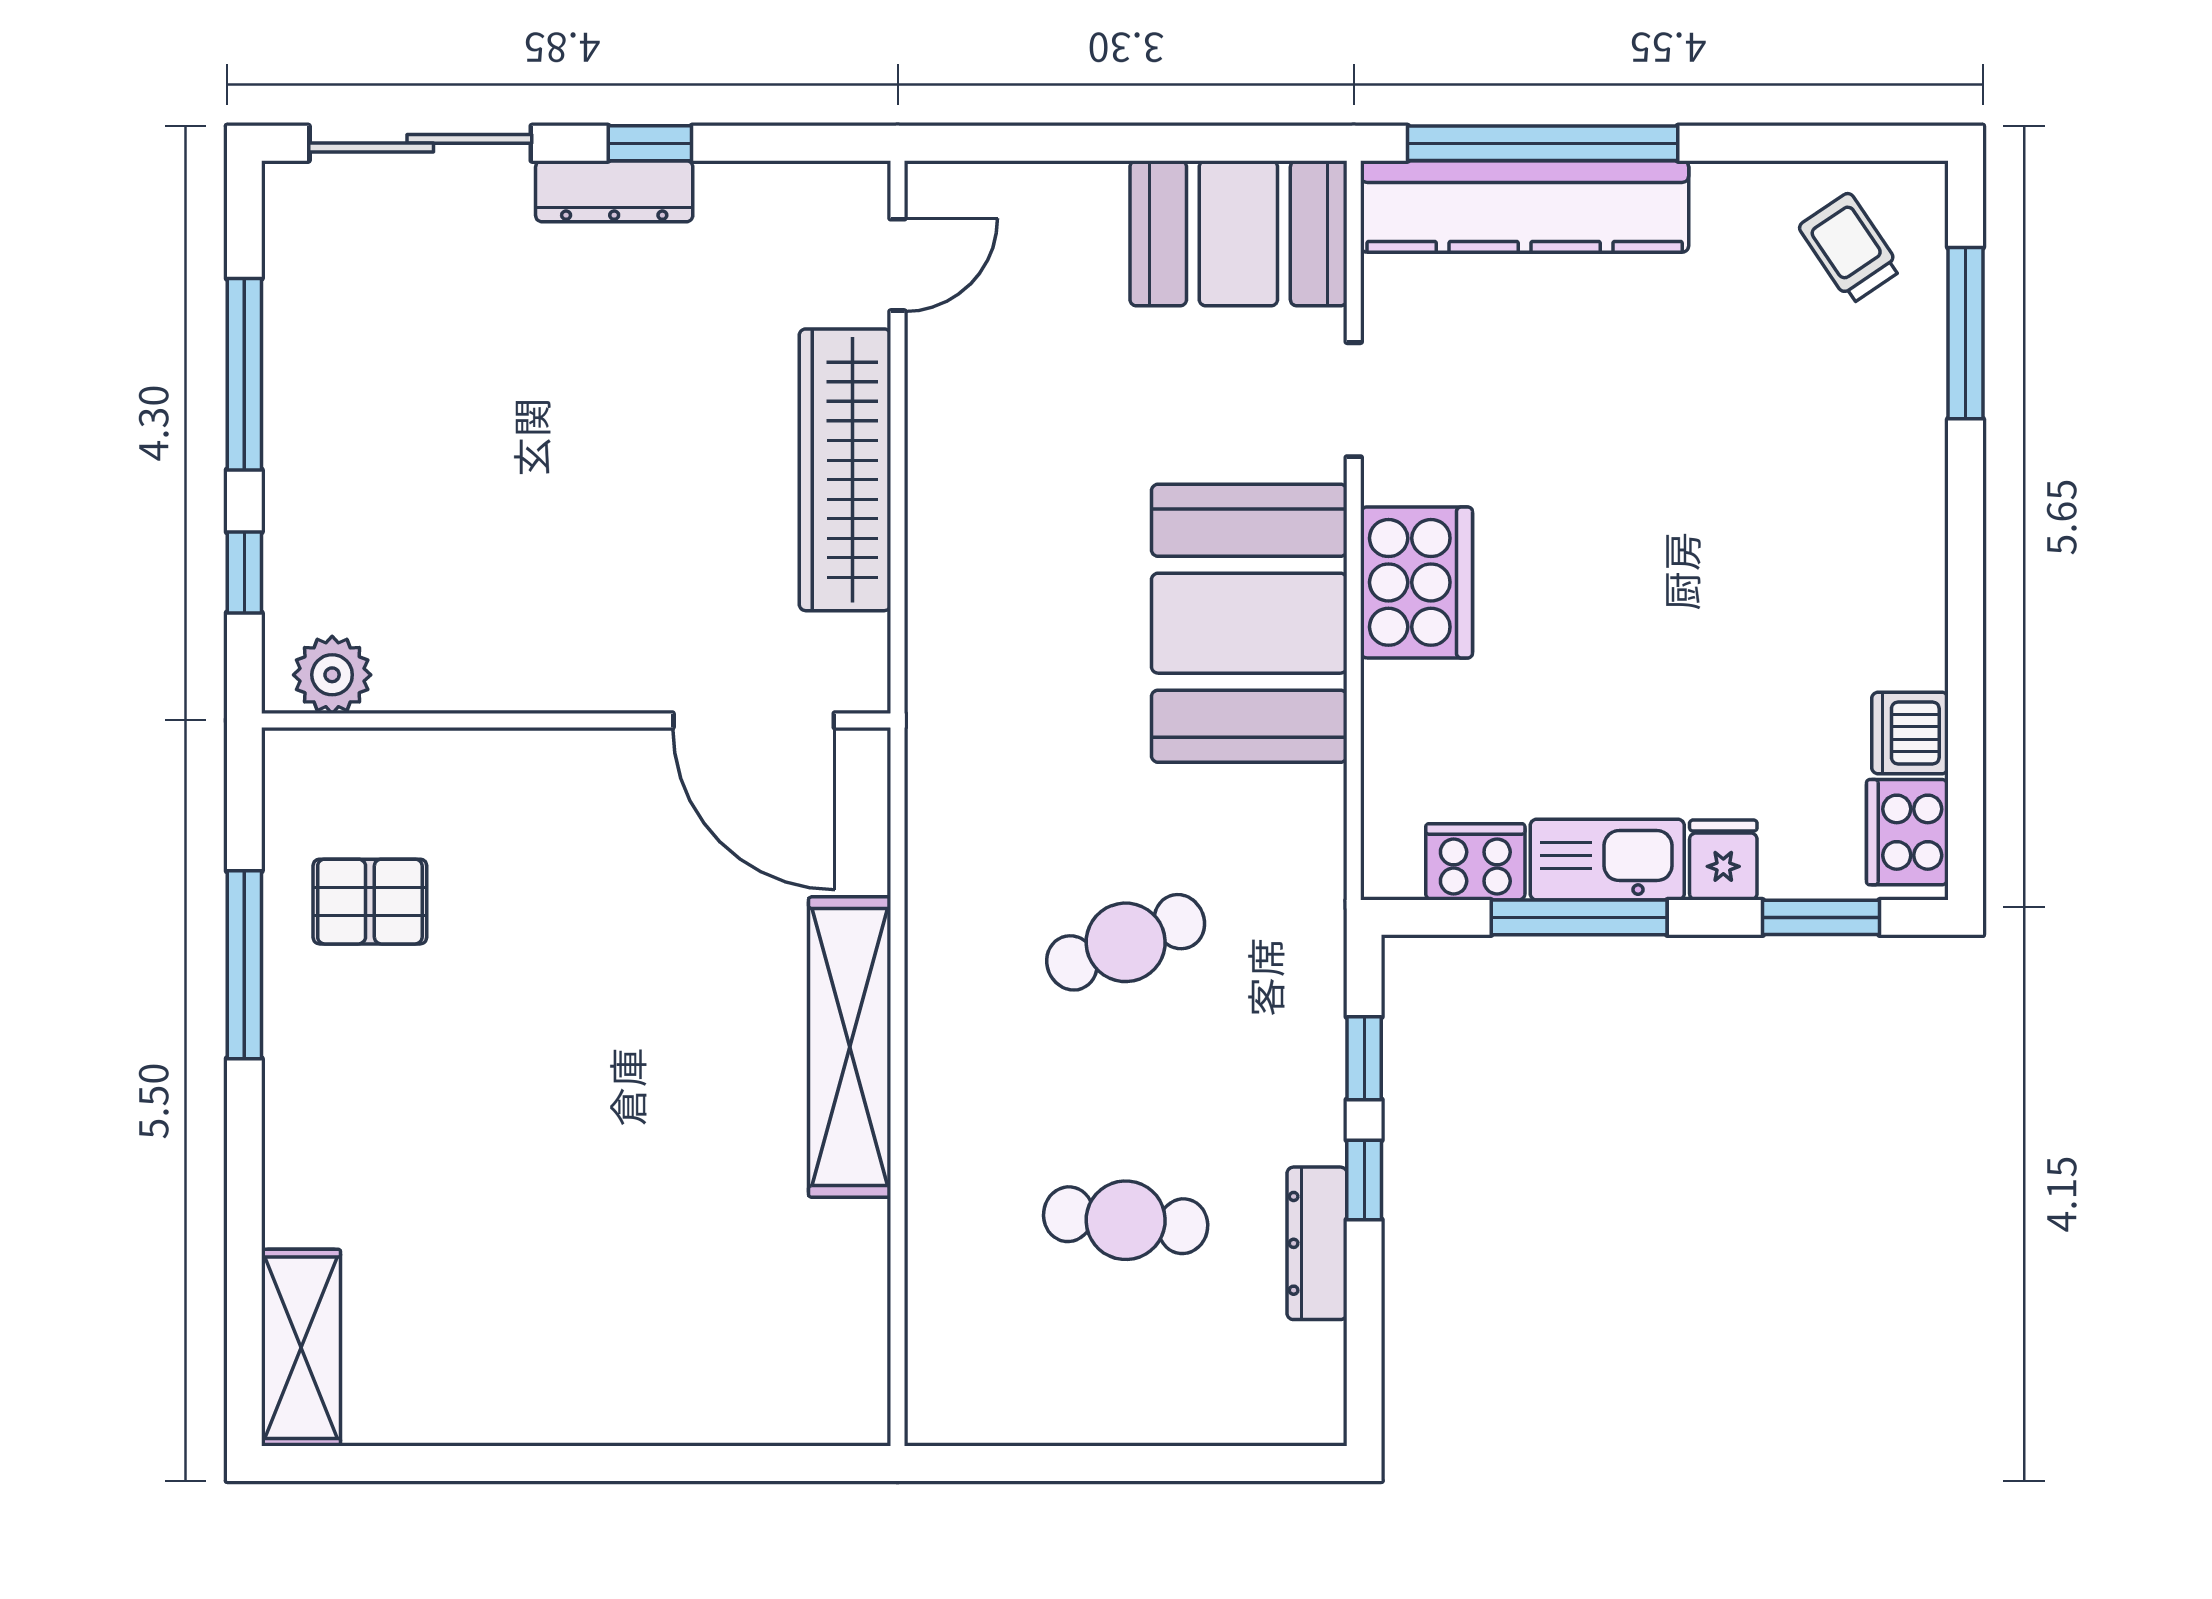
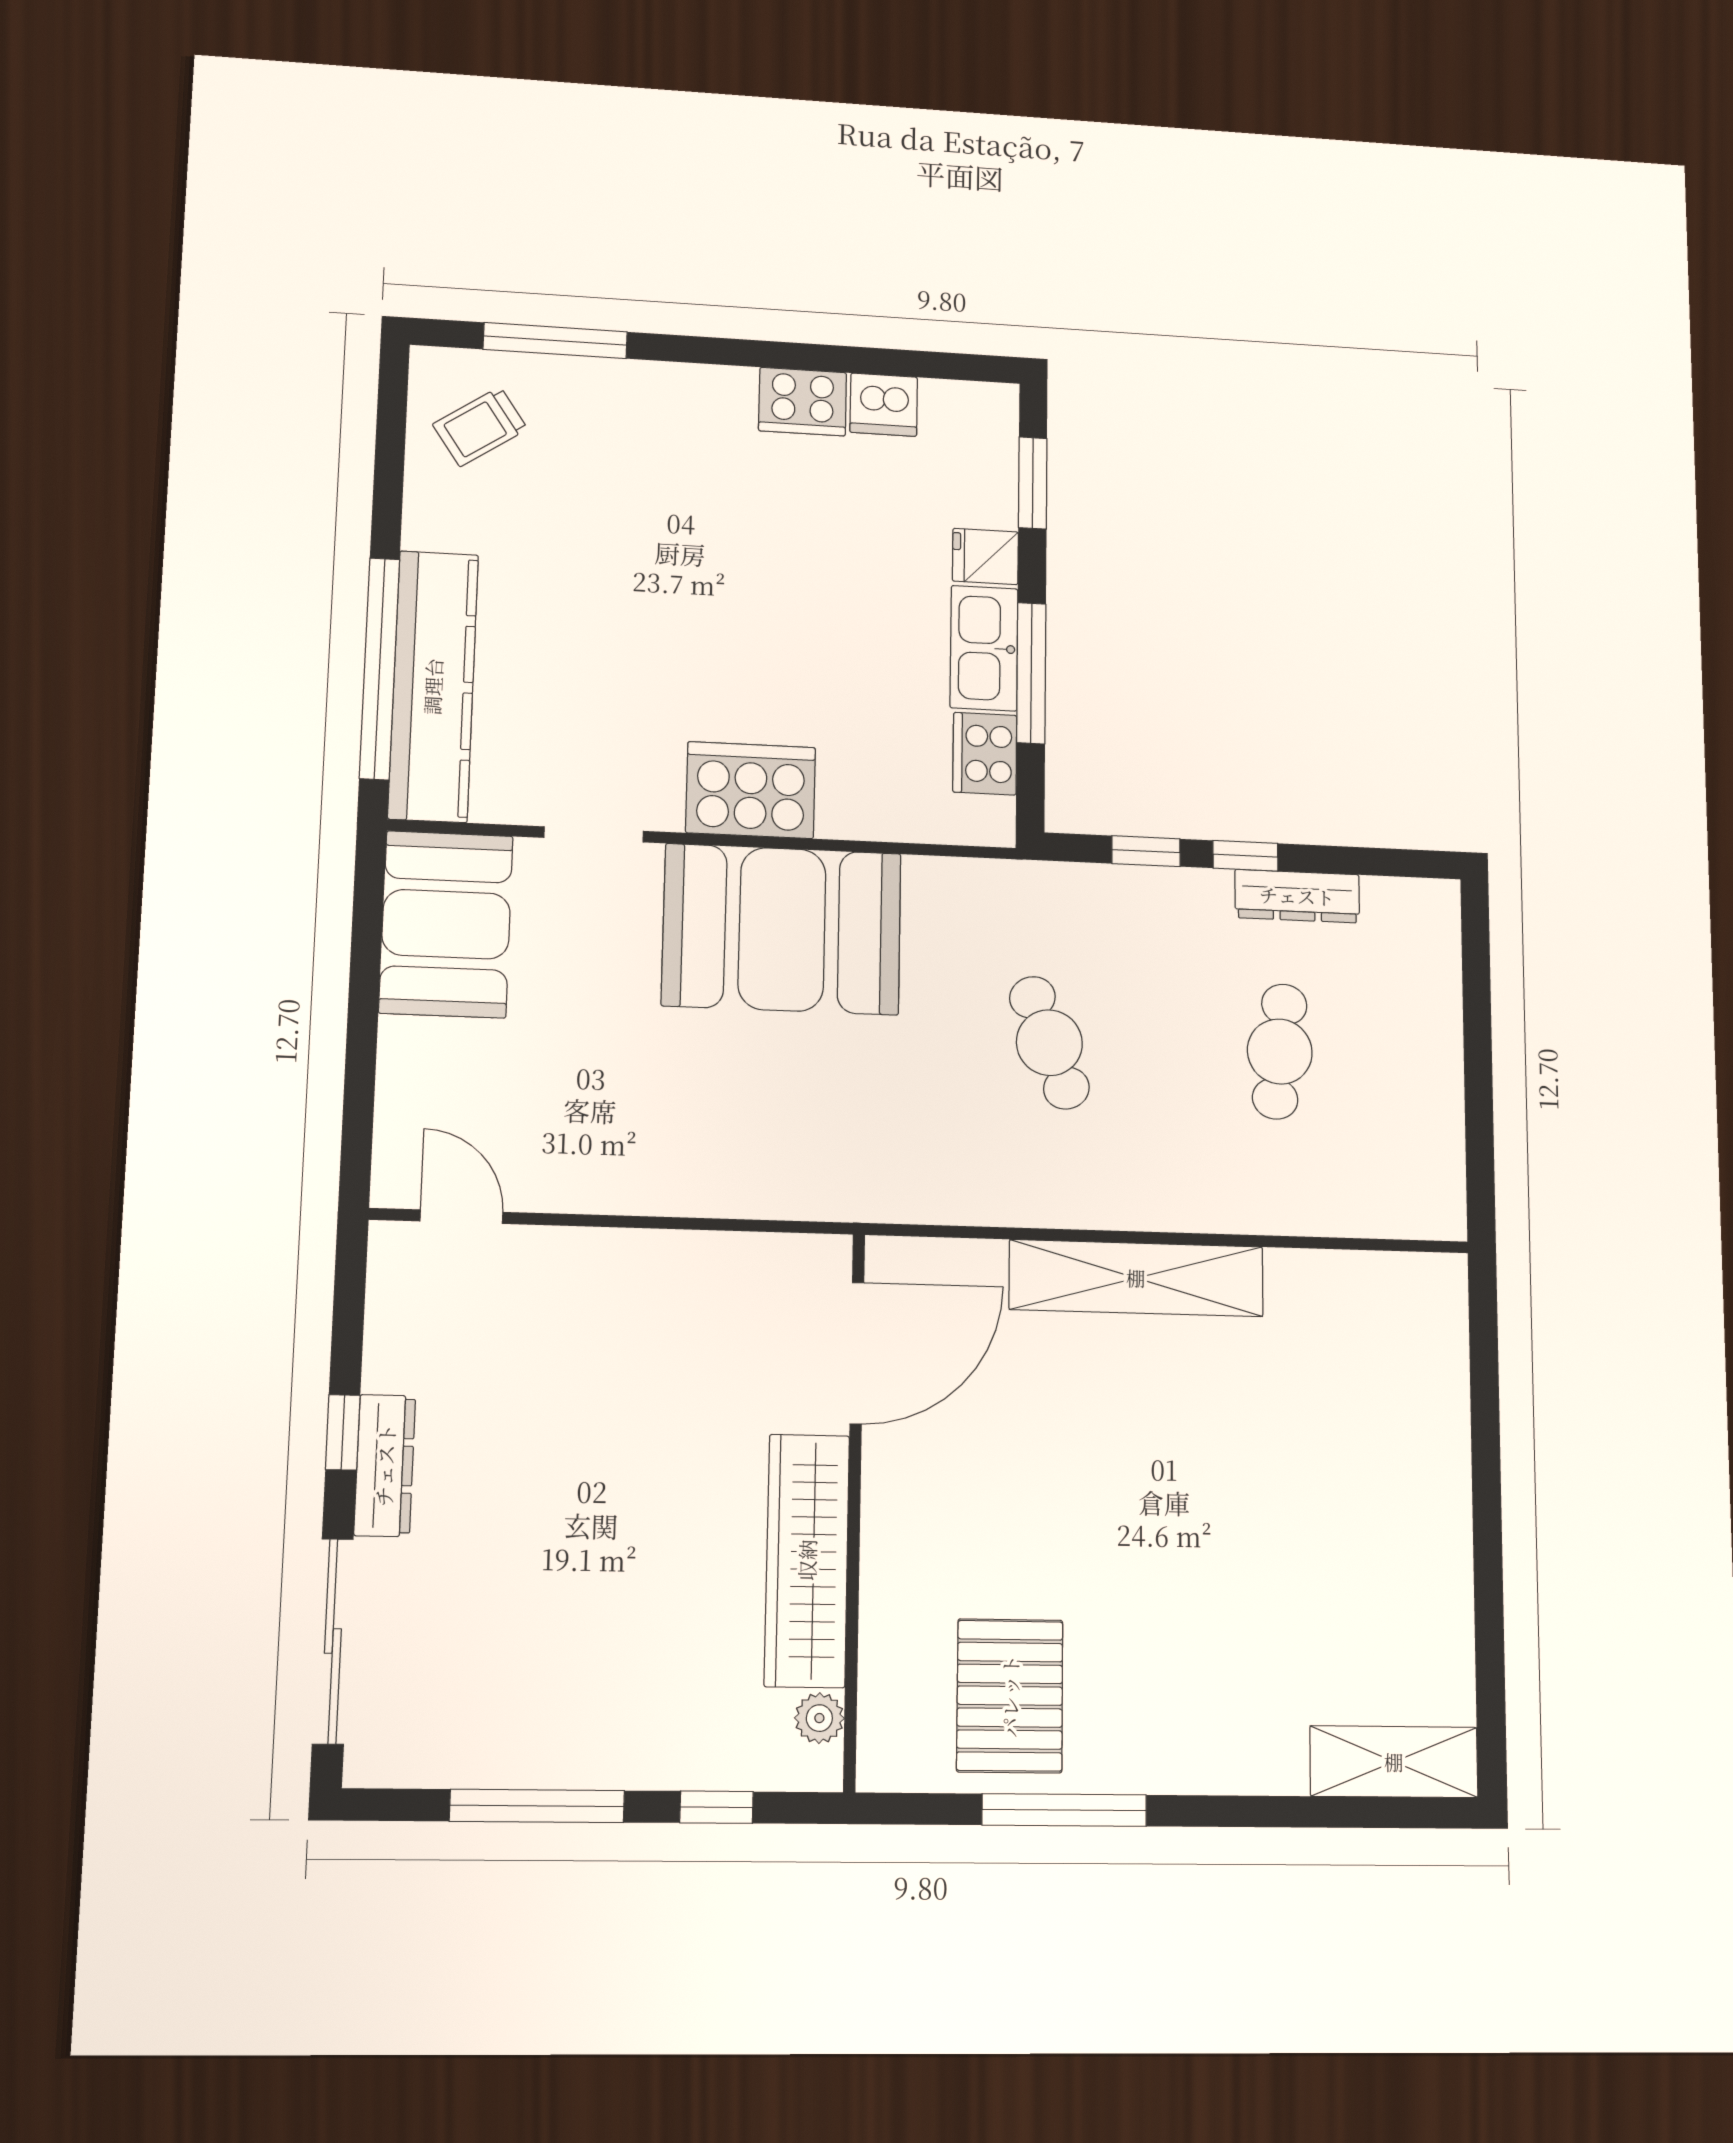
wardrobe: (845, 470) -> (807, 1560), moved, turned 90
plant: (332, 675) -> (819, 1718), width x0.73, depth x0.73
cooker: (1907, 832) -> (803, 402), moved
pallet: (370, 902) -> (1010, 1696), width x1.50, depth x1.42

